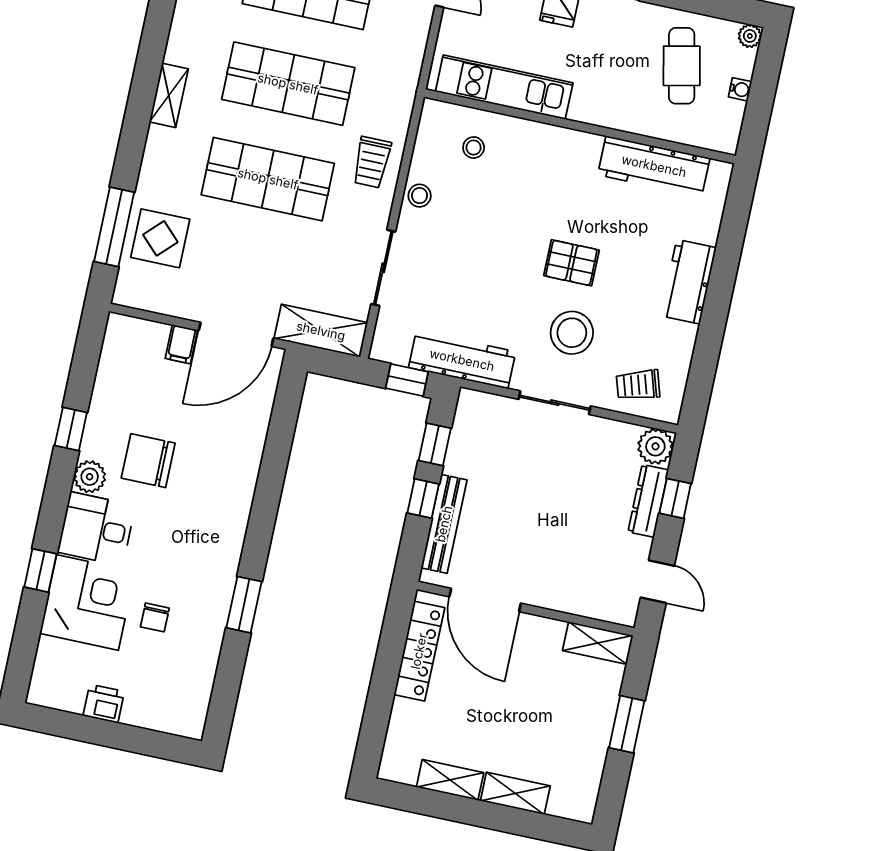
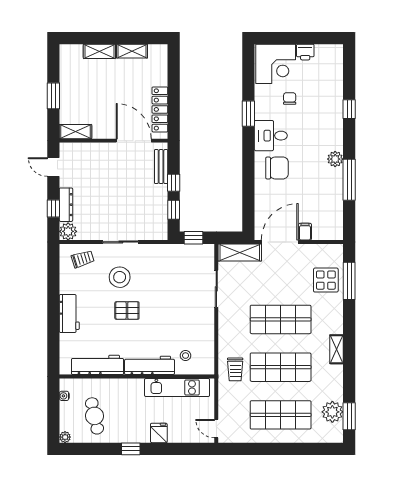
water cooler: (740, 89) -> (64, 396), moved
trolley: (372, 162) -> (235, 369), moved, turned 180
stool: (420, 196) -> (206, 327), removed
workbench: (462, 360) -> (150, 365), moved, turned 180
window: (71, 429) -> (349, 180), width x2.17
chair: (148, 461) -> (277, 168), moved
bench: (444, 524) -> (161, 167), width x0.73
desk: (96, 529) -> (271, 136), moved, turned 180
corner desk: (87, 602) -> (276, 64), moved, turned -90

